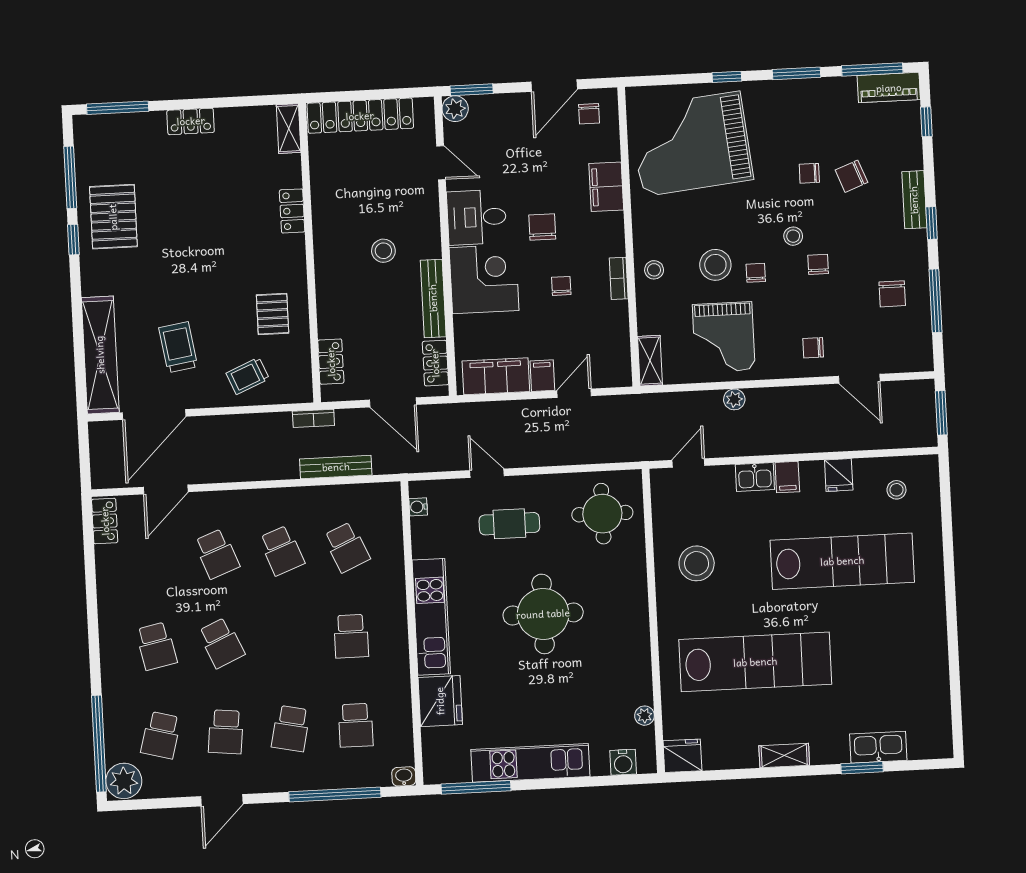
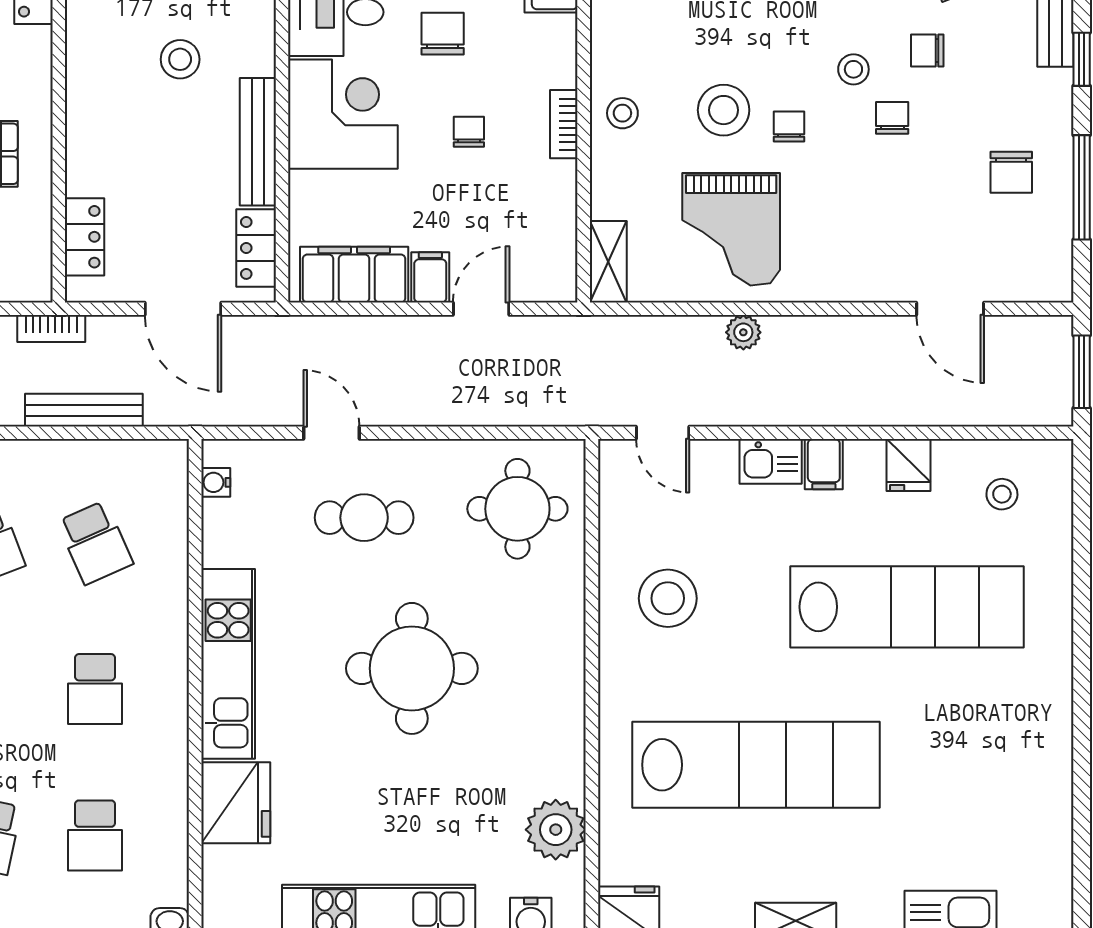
chair: (813, 348) -> (927, 51), moved
door: (688, 463) -> (663, 433), swing flipped
plant: (644, 716) -> (556, 830), width x1.88, depth x1.88

